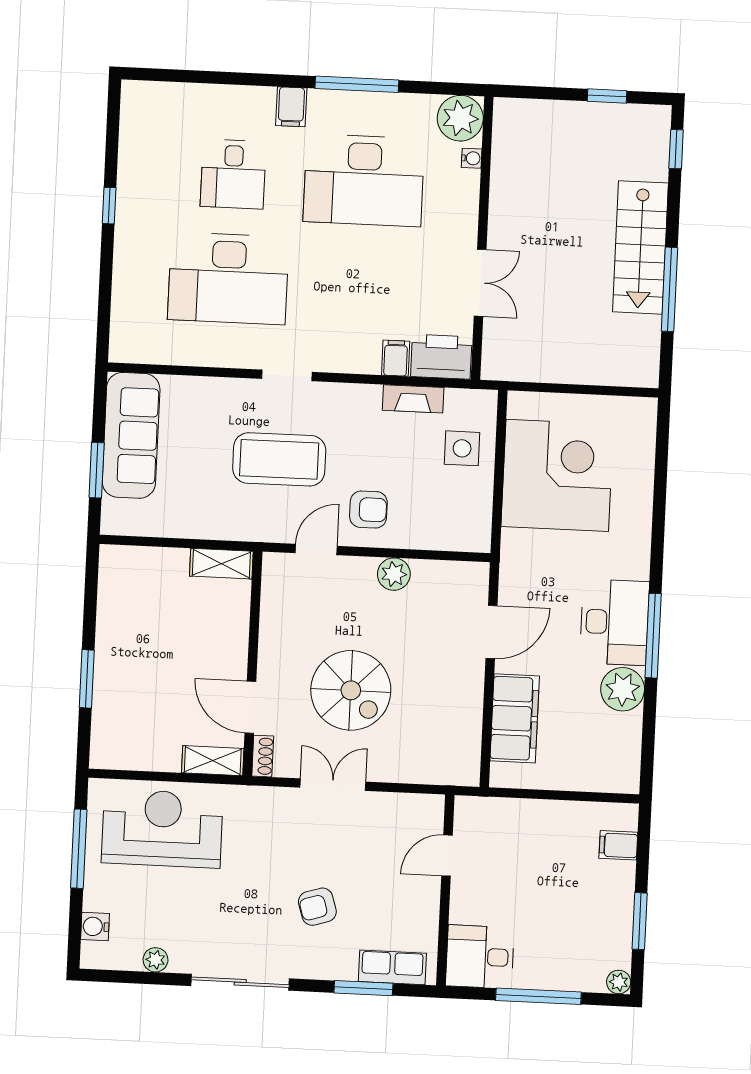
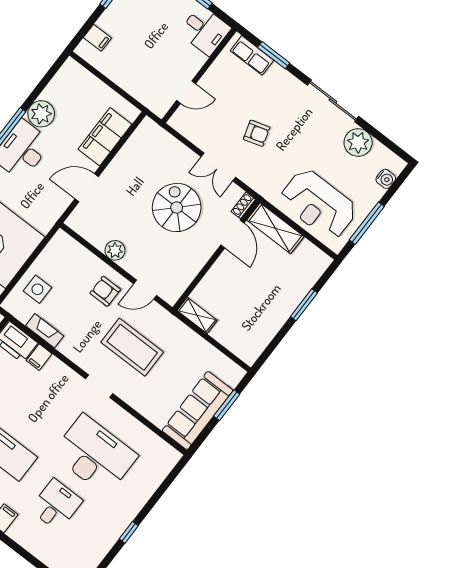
shelving: (213, 761) -> (275, 228), width x1.50, depth x1.33
armchair: (317, 907) -> (257, 133), moved
plant: (155, 960) -> (358, 142), width x1.87, depth x1.87

